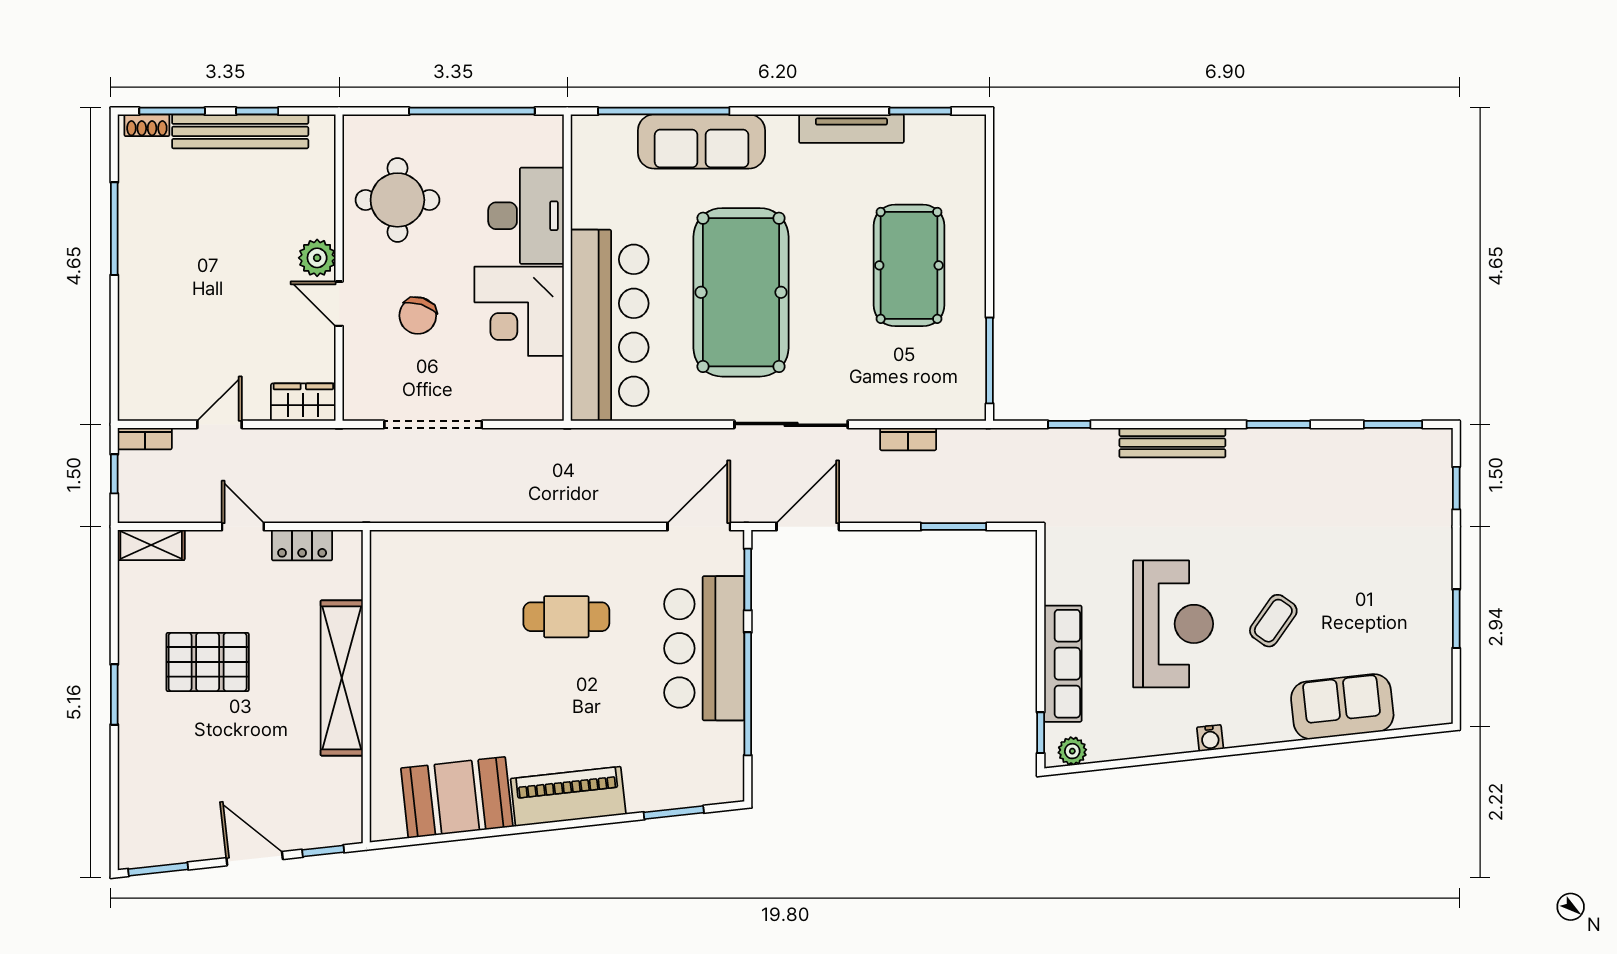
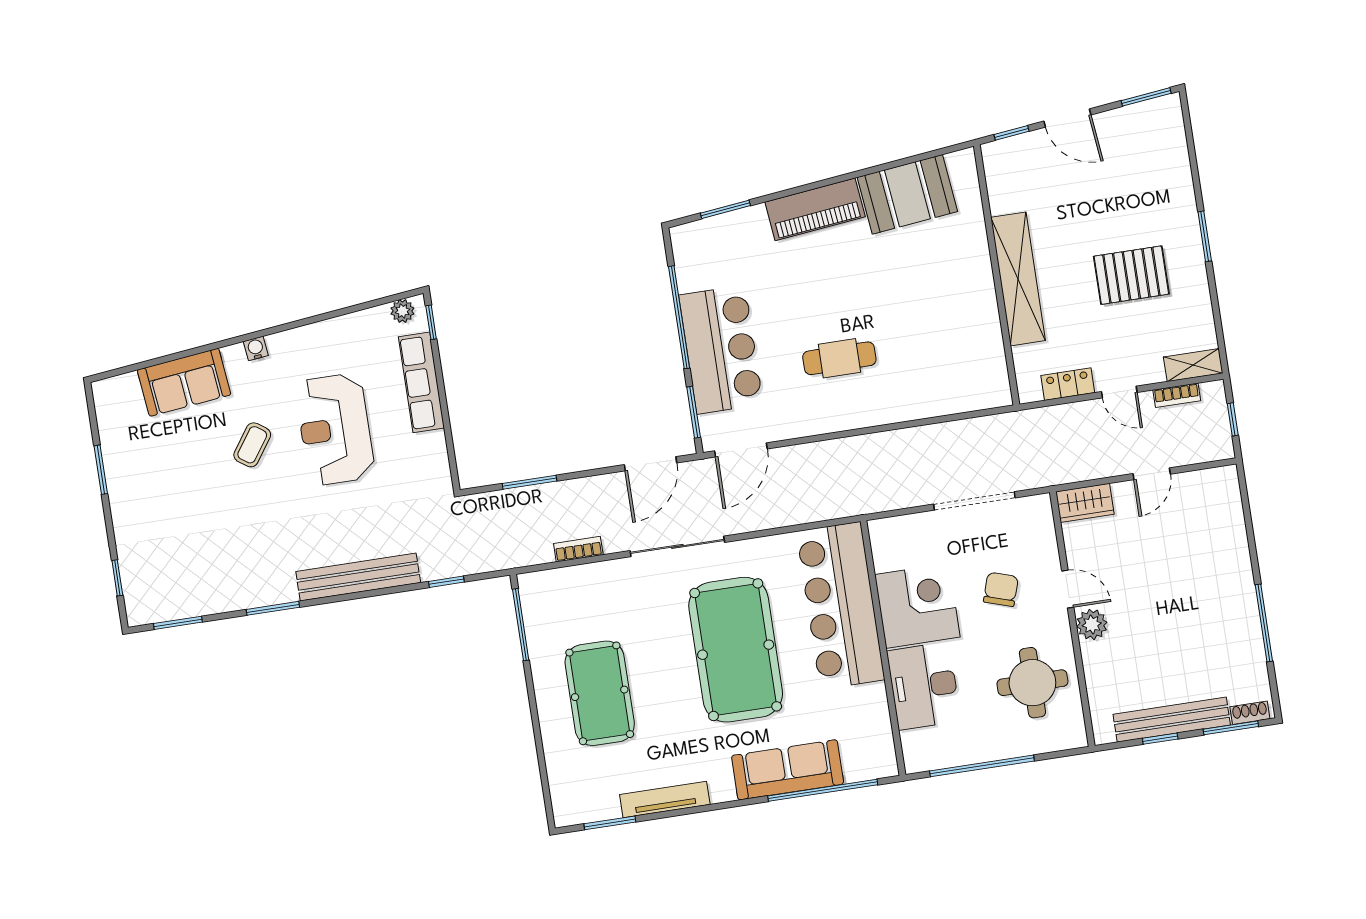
bookcase: (145, 439) -> (1177, 395), moved, turned 180
bench: (1172, 443) -> (358, 577), width x1.37, depth x1.21
water cooler: (1210, 738) -> (256, 348), moved

